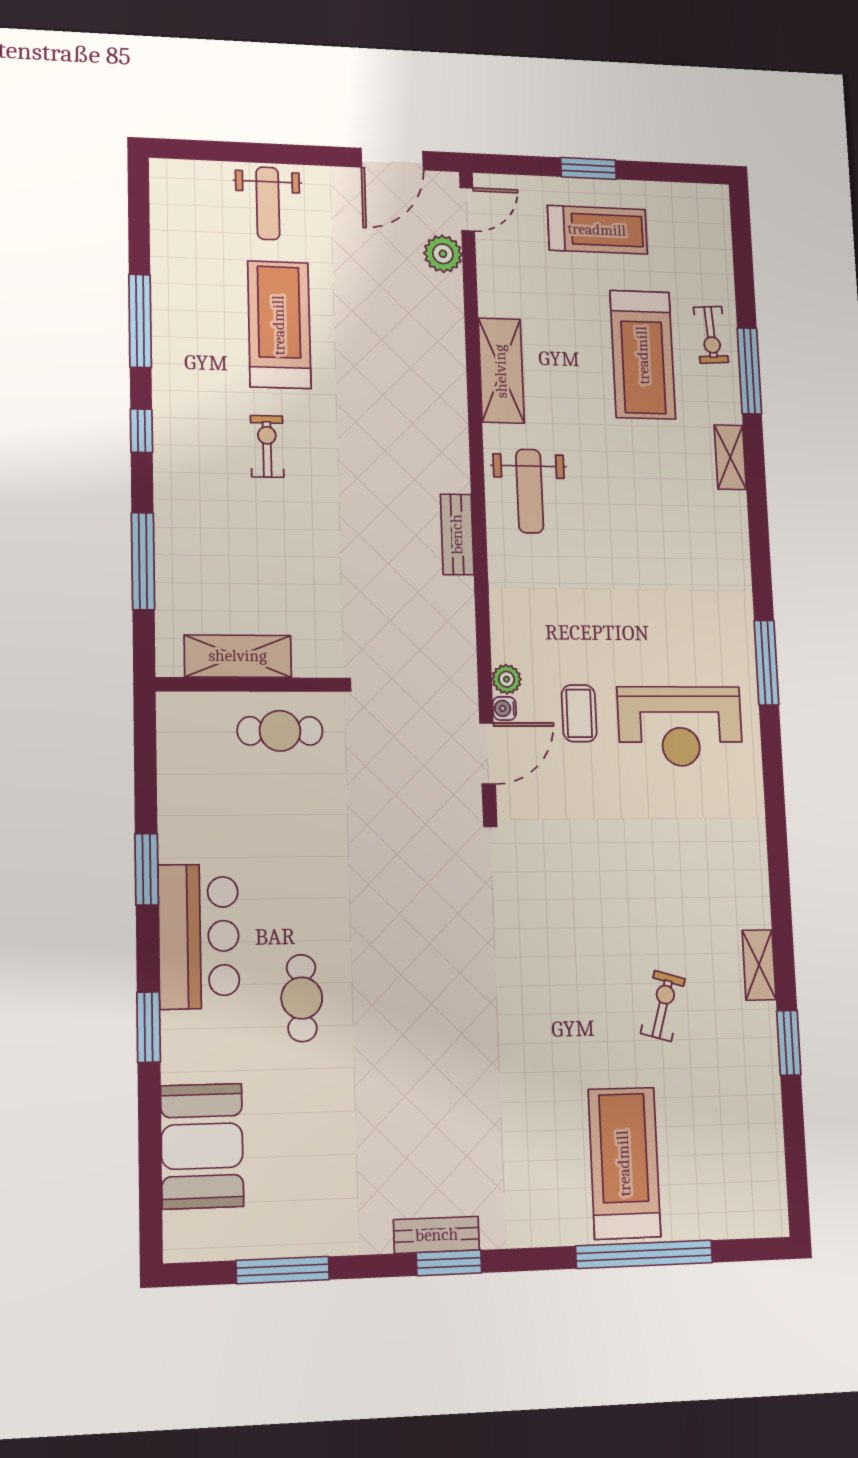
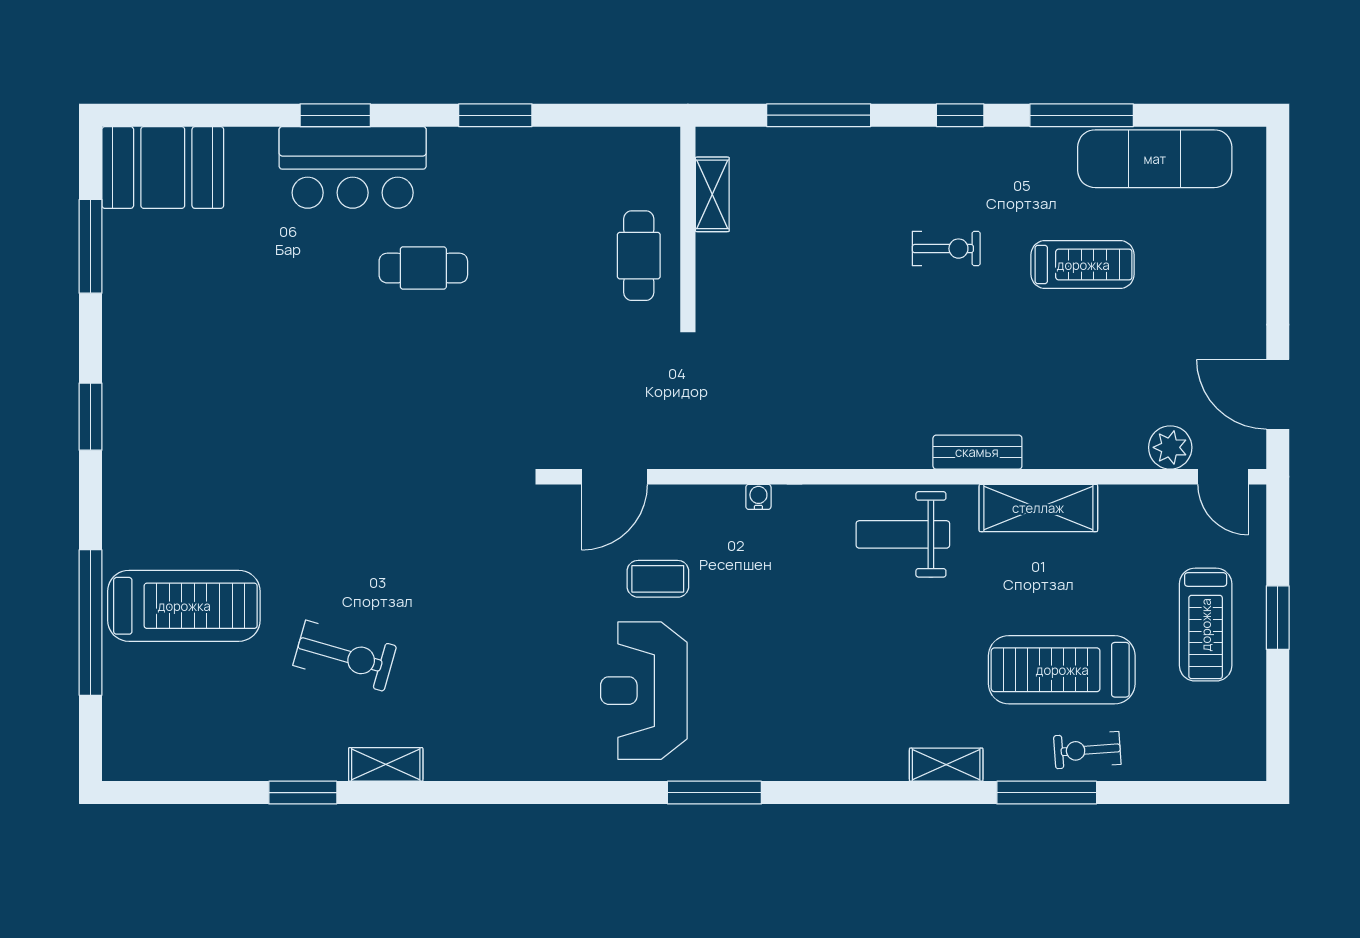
weight bench: (268, 203) -> (1220, 255), removed
exercise mat: (180, 257) -> (1155, 159), added
treadmill: (279, 325) -> (1083, 265), width x0.73, depth x0.73
bench: (457, 534) -> (977, 452), moved
shelving: (238, 656) -> (712, 194), width x0.67, depth x0.75
plant: (507, 679) -> (695, 500), removed
water cooler: (504, 708) -> (758, 497), moved
door: (488, 753) -> (615, 477), hinge flipped
bar counter: (199, 936) -> (353, 167), moved
cafe table: (302, 998) -> (423, 268), moved
exercise bike: (663, 1006) -> (345, 656), width x1.38, depth x1.39
booth: (202, 1146) -> (163, 167), moved
bench: (437, 1235) -> (119, 405), removed

